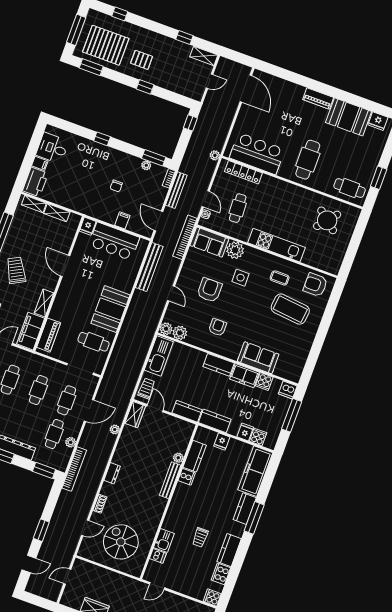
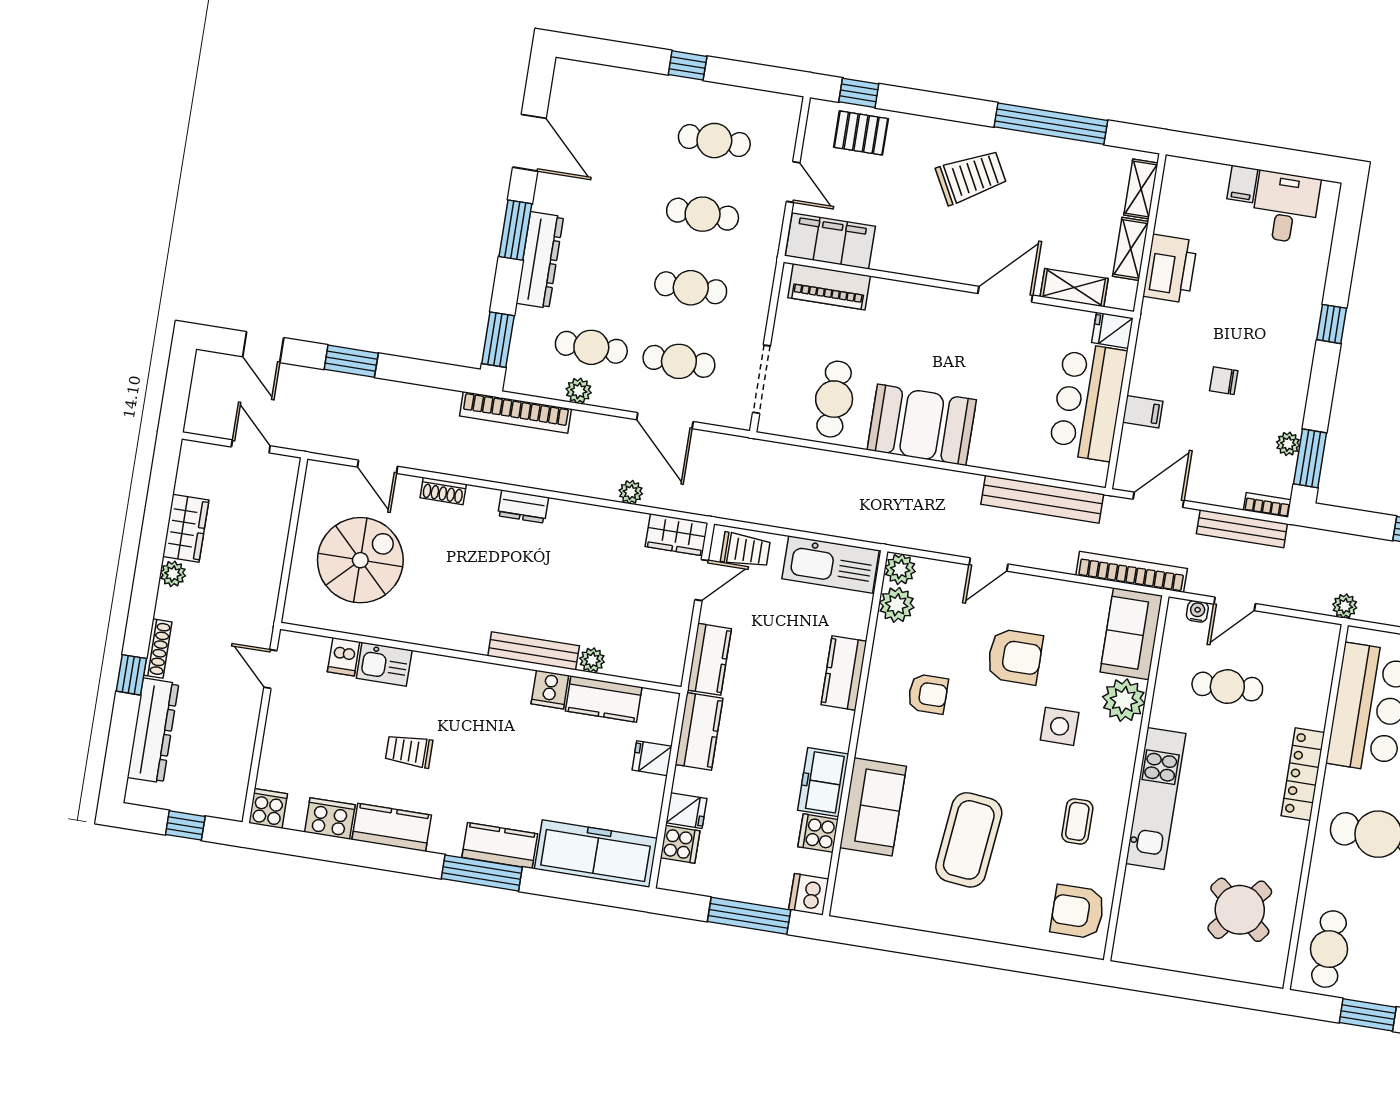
locker: (243, 172) -> (1303, 774), moved
printer: (35, 182) -> (1170, 269), moved, turned -90
armchair: (315, 285) -> (1078, 912), turned -90
shelving: (44, 303) -> (1074, 288), moved
coffee table: (290, 309) -> (969, 840), moved
kitchen counter: (219, 365) -> (844, 673), moved

